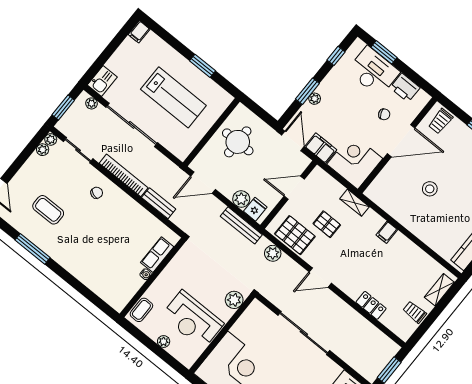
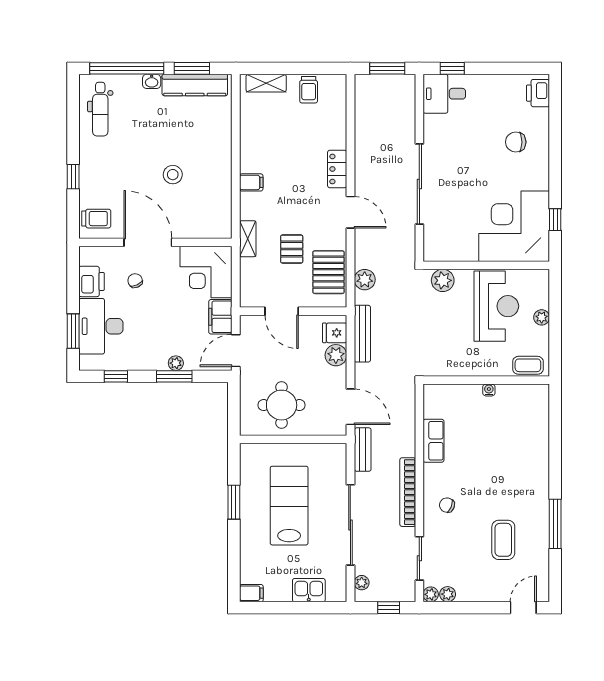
kitchen sink: (102, 81) -> (309, 590), moved
window: (63, 108) -> (389, 608), width x0.67
bench: (159, 203) -> (363, 450), moved
row of seats: (157, 255) -> (433, 441), moved, turned -90
locker: (371, 305) -> (337, 169), moved

